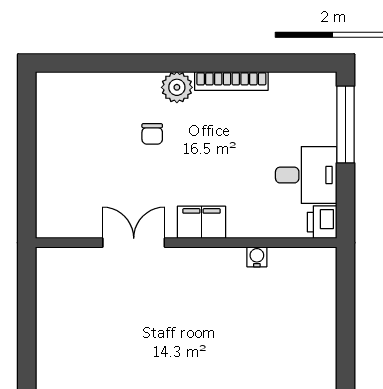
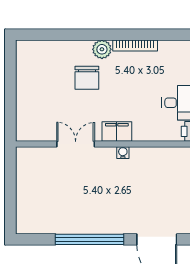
chair: (152, 134) -> (87, 78), width x1.87, depth x1.87
water cooler: (257, 257) -> (123, 153), moved

